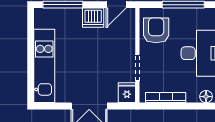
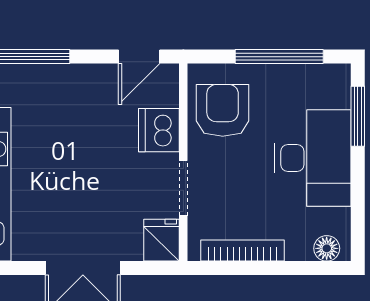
dishwasher: (93, 18) -> (159, 130), moved, turned 90

